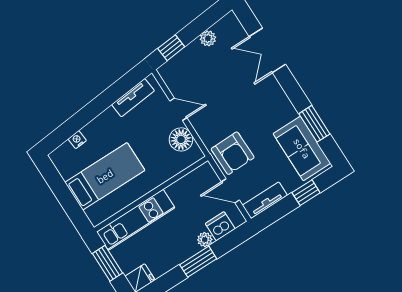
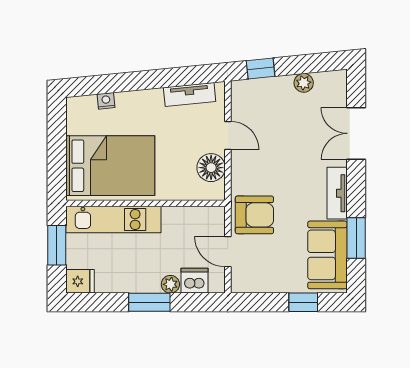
armchair: (233, 153) -> (254, 215), turned -89
bed: (105, 176) -> (110, 166), width x1.50
tv unit: (265, 200) -> (337, 193), moved, turned -90

